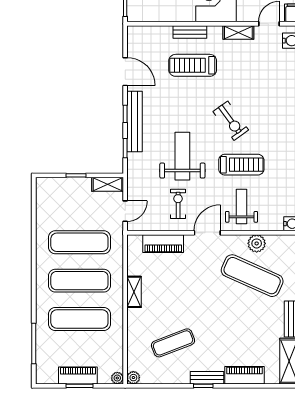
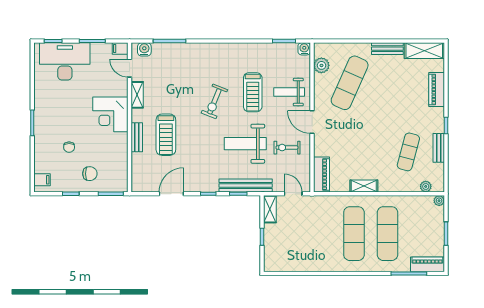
exercise bike: (231, 121) -> (214, 101), turned 148
bench: (135, 122) -> (246, 186), moved
treadmill: (241, 165) -> (253, 92), turned 180
exercise mat: (79, 242) -> (320, 234), removed
plant: (257, 243) -> (321, 65), moved
piano: (163, 244) -> (322, 174), moved
exercise mat: (173, 343) -> (408, 152), turned 36
piano: (78, 375) -> (427, 264), moved, turned 90
plant: (133, 378) -> (426, 186), moved
bench: (207, 378) -> (439, 148), moved

